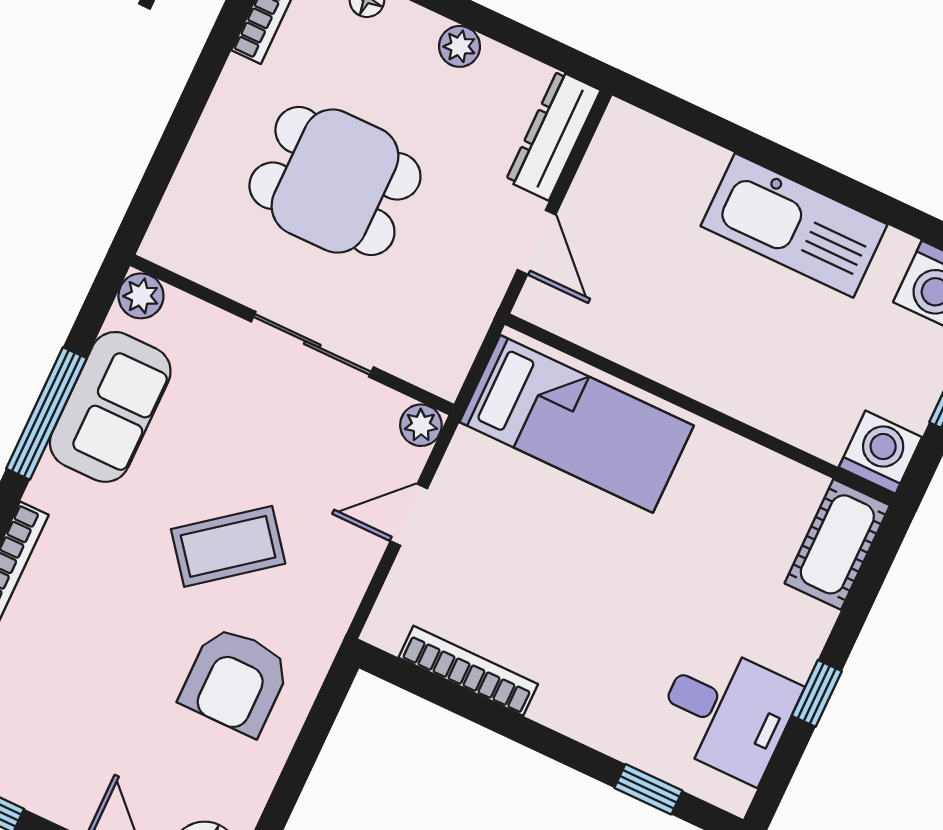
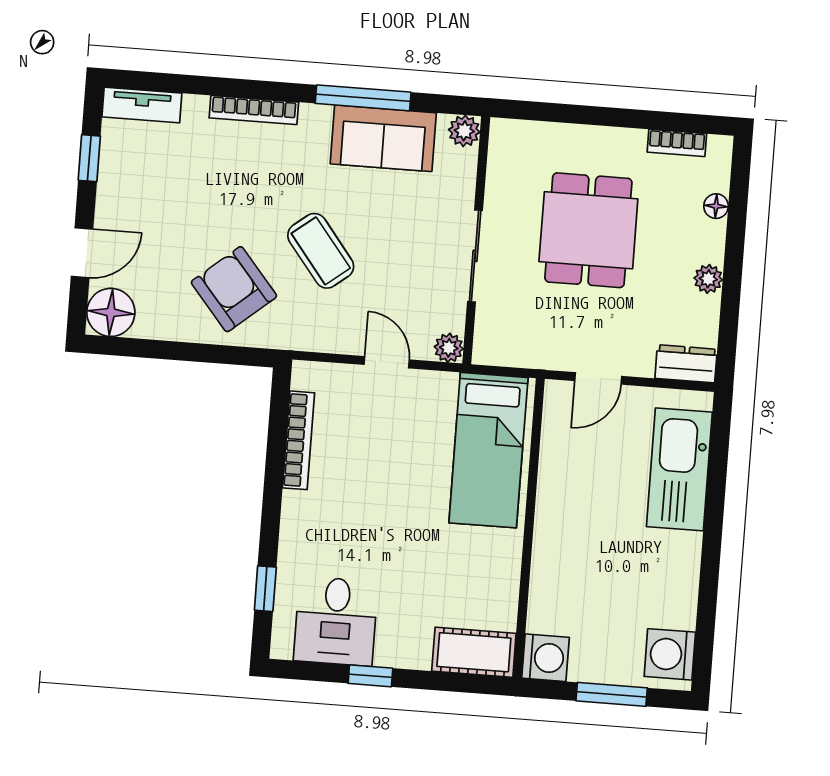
dresser: (553, 135) -> (686, 364), width x0.70
kitchen sink: (794, 225) -> (679, 469), moved
armchair: (235, 681) -> (234, 289), turned 50

